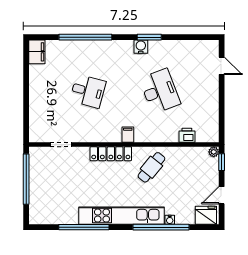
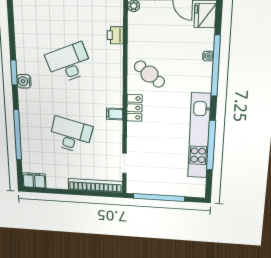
desk: (88, 91) -> (71, 135), width x1.37
bookcase: (35, 115) -> (95, 186), added
filing cabinet: (128, 135) -> (115, 114), moved
locker: (111, 154) -> (134, 108), width x0.66
kitchen unit: (122, 216) -> (199, 136), moved

